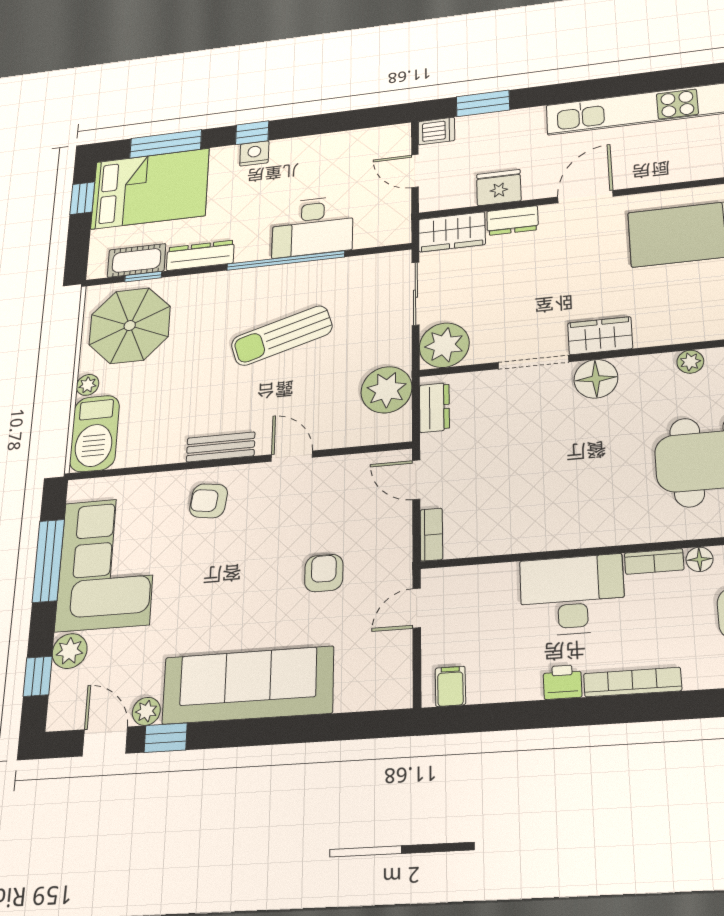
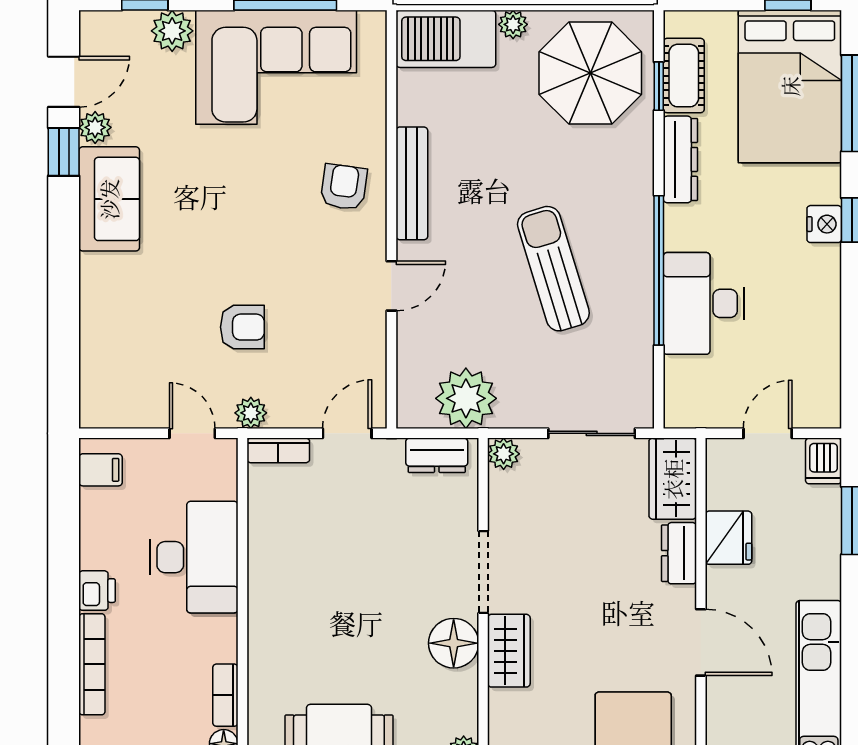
plant: (444, 345) -> (504, 454), width x0.53, depth x0.53
bench: (221, 447) -> (412, 183), width x1.36
plant: (399, 560) -> (251, 413), added
desk: (572, 595) -> (194, 557), moved
sofa: (248, 685) -> (109, 199), width x0.54, depth x0.79

